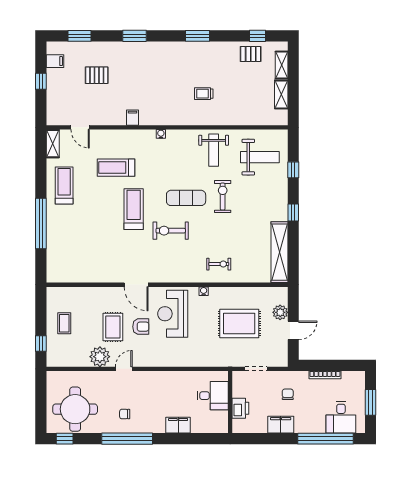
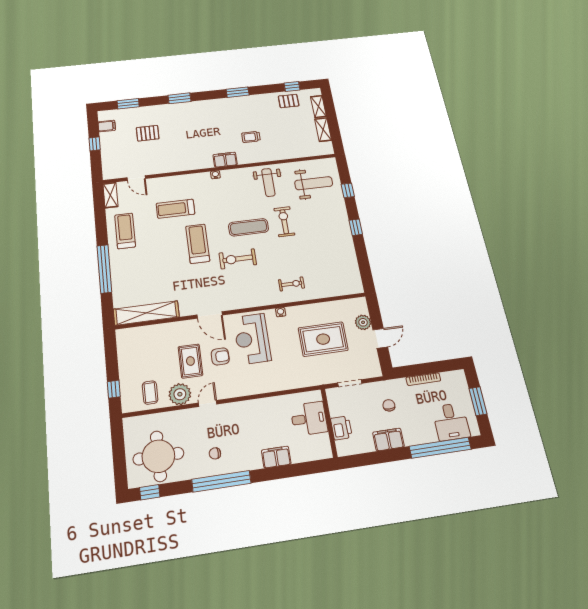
filing cabinet: (132, 118) -> (225, 160), moved, width x2.00
shelving: (279, 252) -> (146, 313), moved, turned 90
coffee table: (64, 323) -> (150, 393), moved

